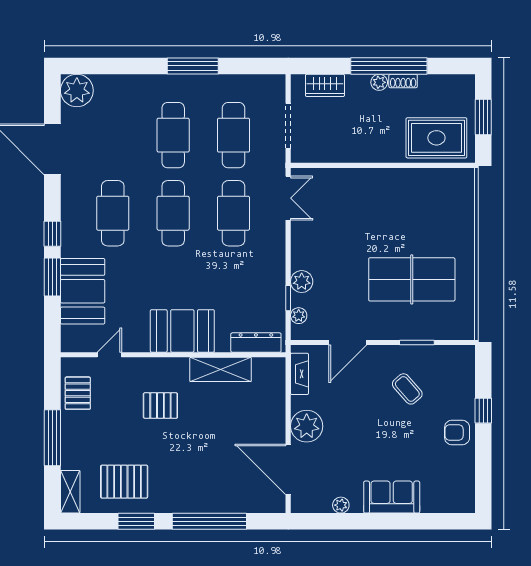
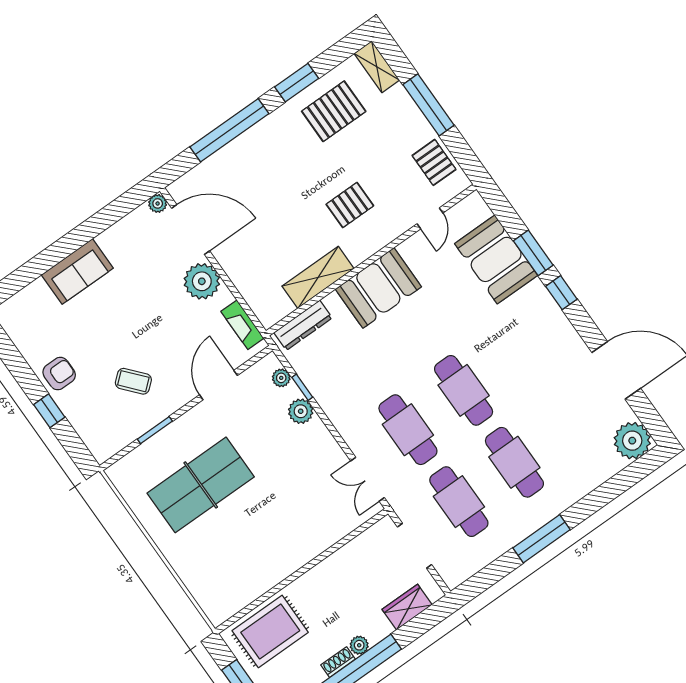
cafe table: (113, 213) -> (519, 351), removed
plant: (341, 505) -> (158, 203), moved

